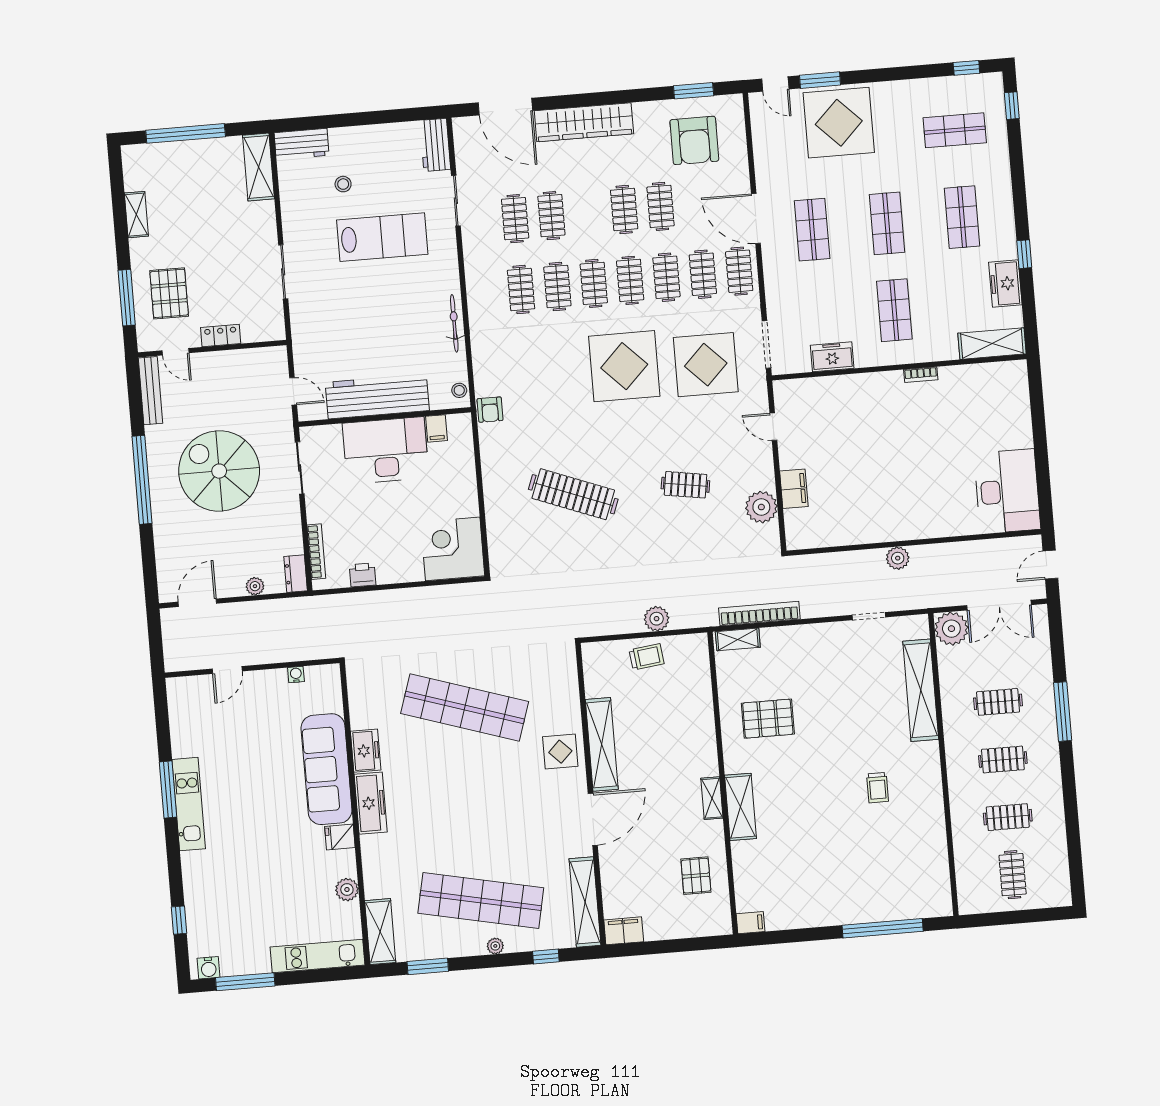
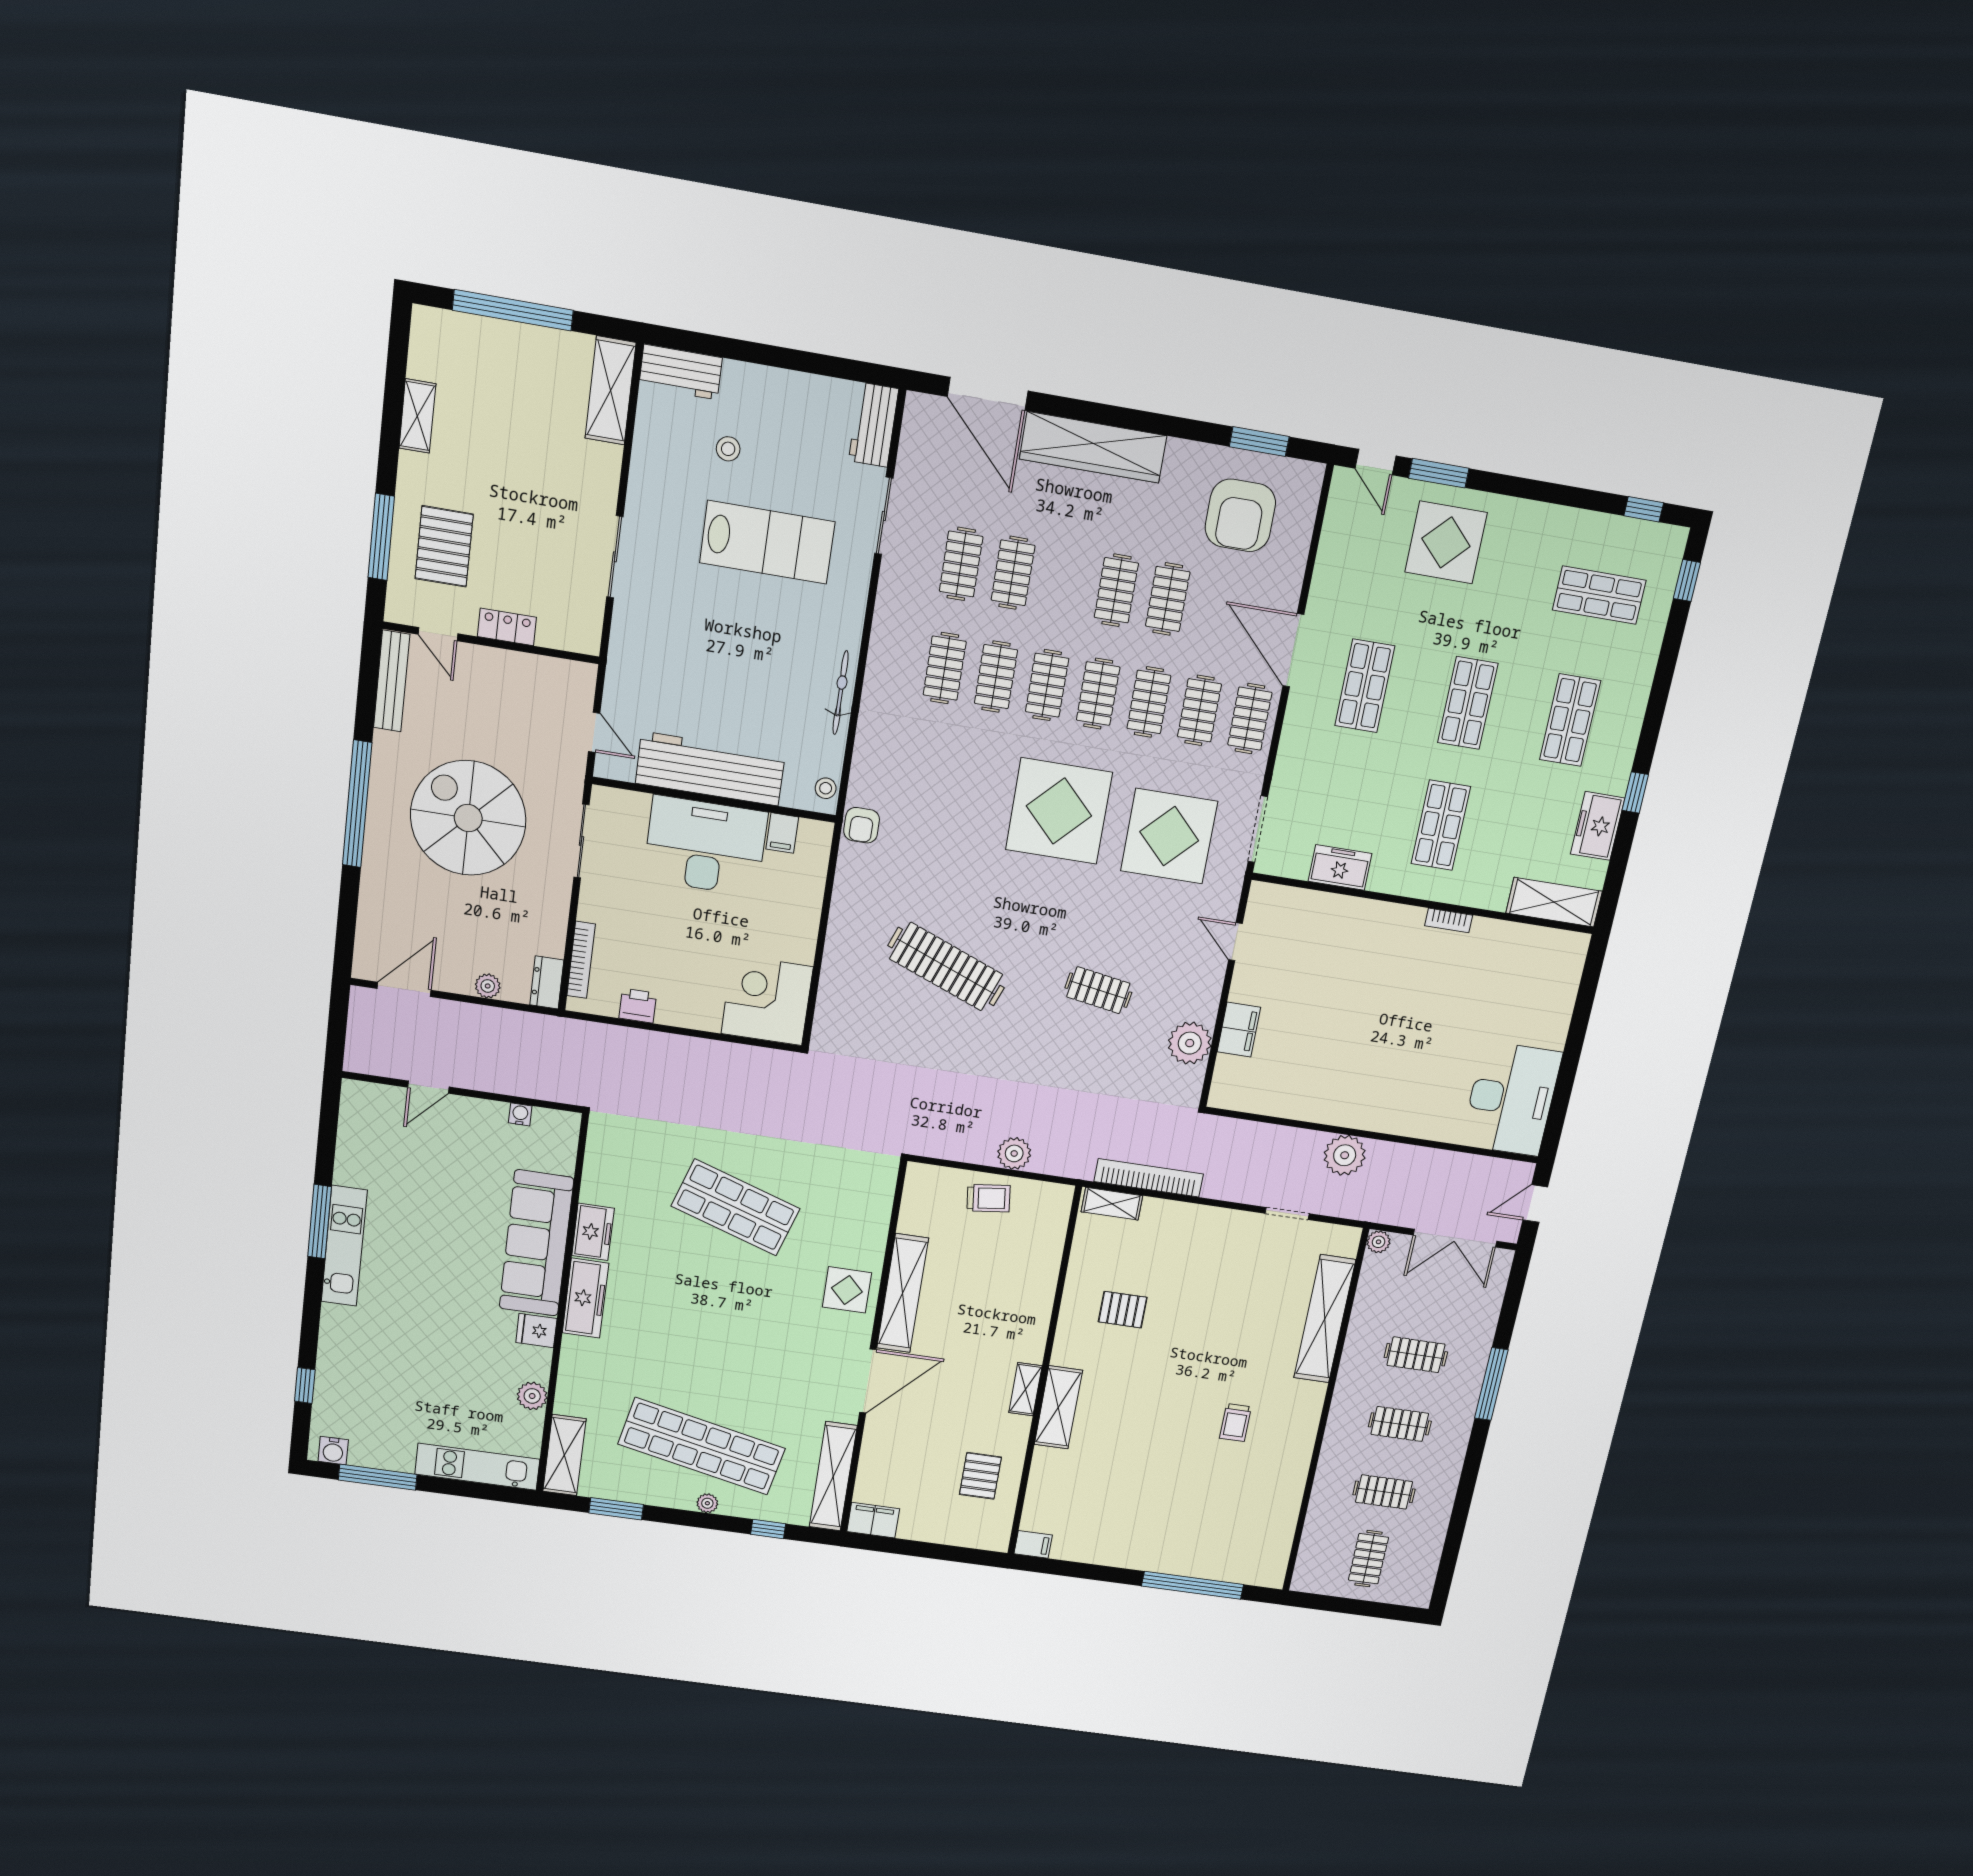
display table: (839, 123) -> (1446, 542), width x0.73, depth x0.73
plant: (898, 558) -> (1345, 1155), width x1.36, depth x1.36
plant: (951, 629) -> (1379, 1242), width x0.53, depth x0.53
shop shelf: (465, 707) -> (736, 1207), width x0.71
pallet: (768, 719) -> (1123, 1310), width x0.67, depth x0.71

